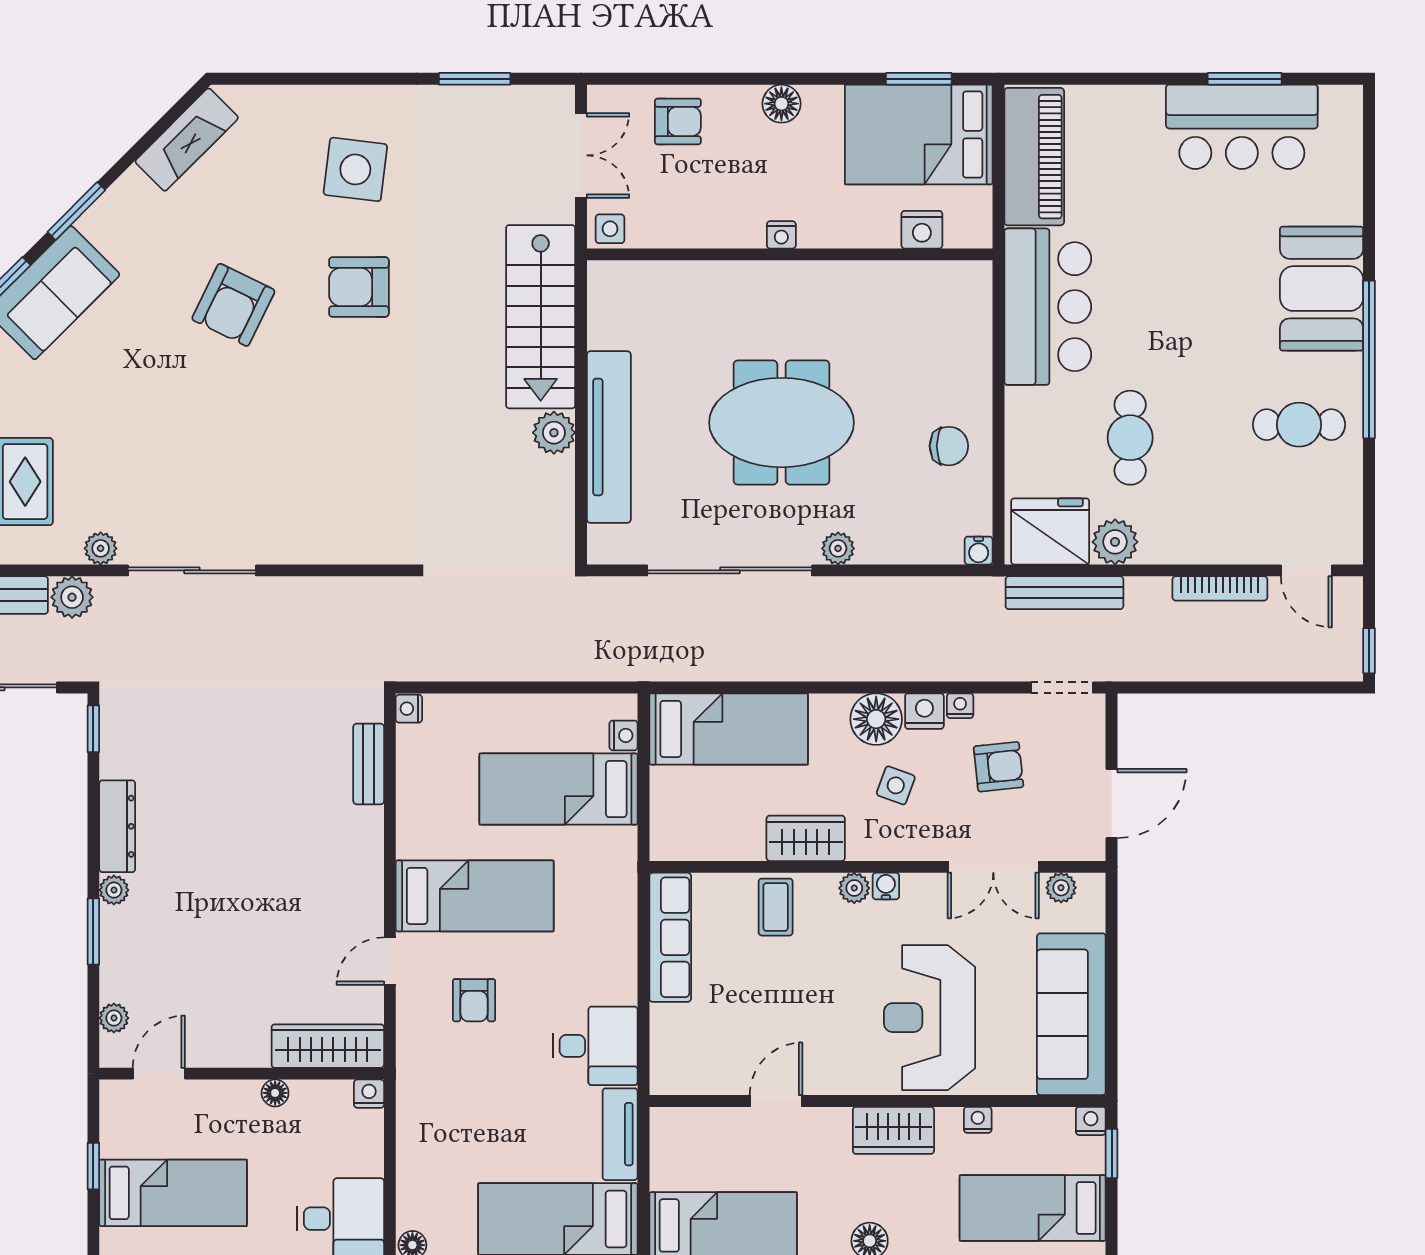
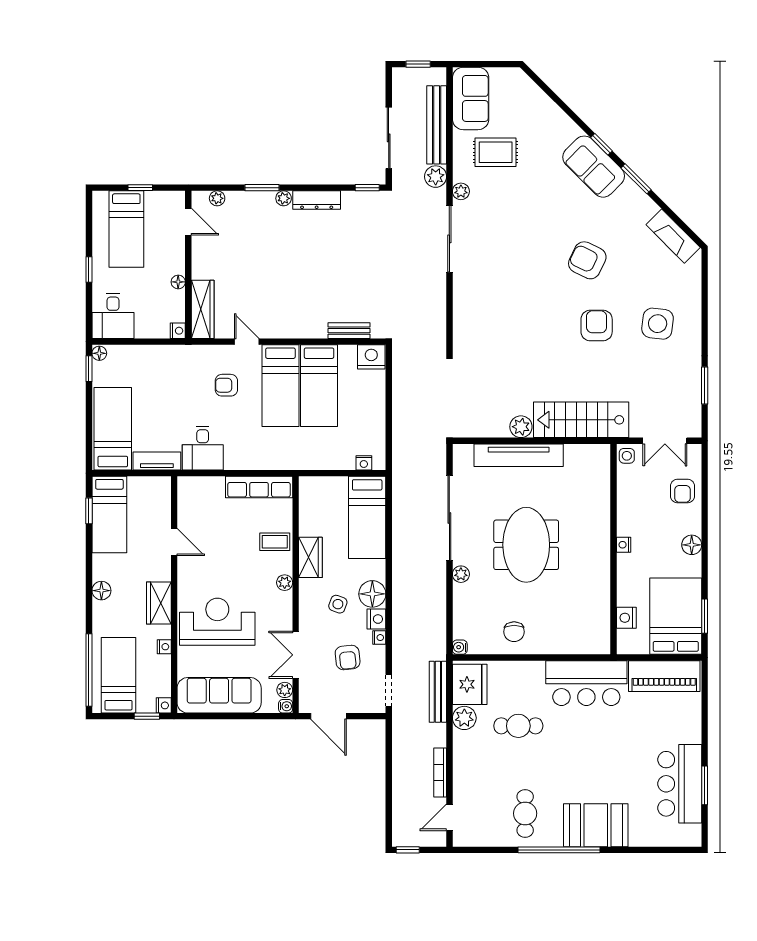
nightstand: (409, 709) -> (371, 357), width x1.89, depth x1.79
bed: (559, 789) -> (319, 386), moved, turned 180
water cooler: (886, 886) -> (286, 706), moved

